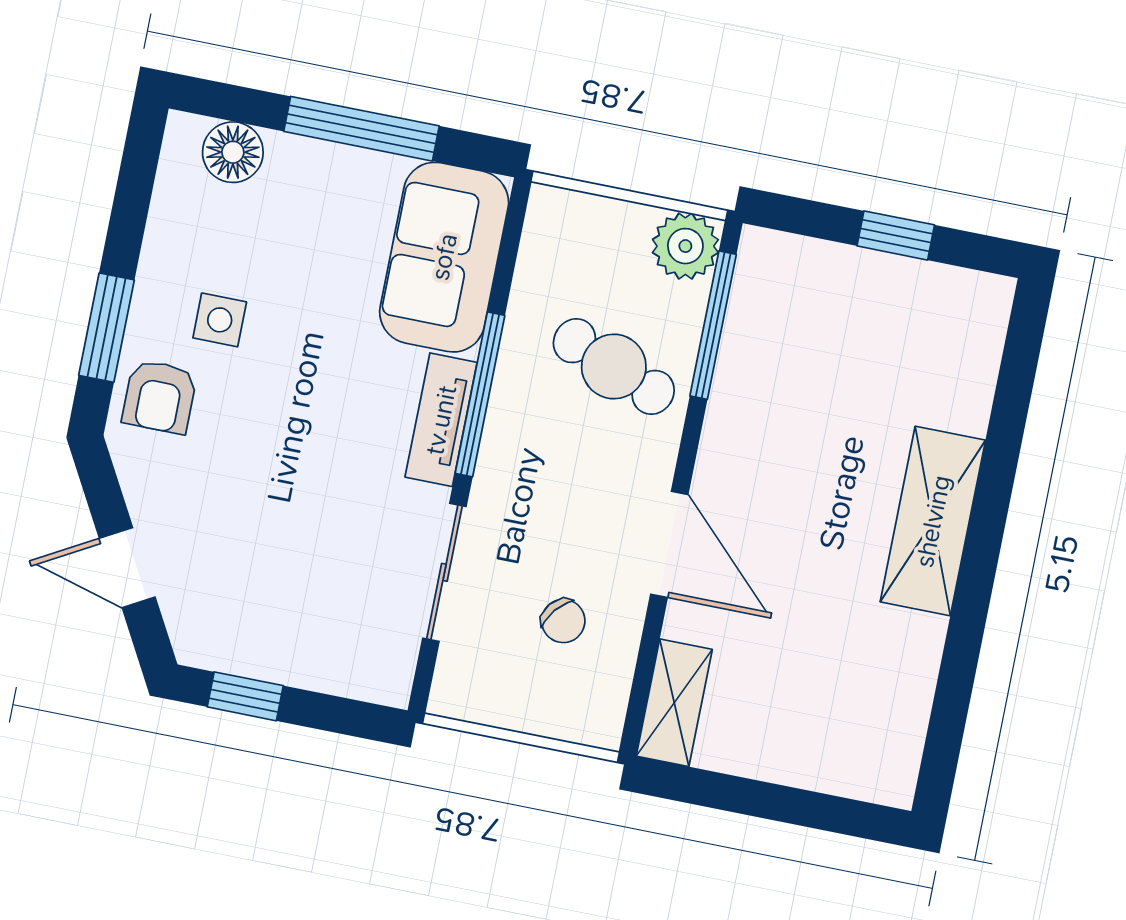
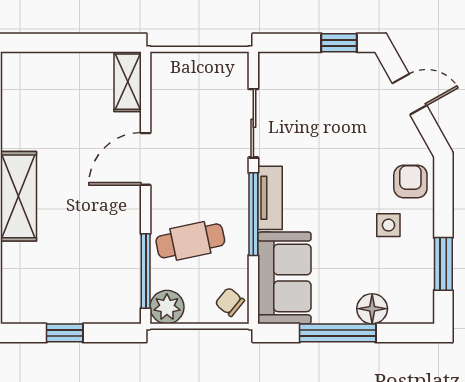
floor lamp: (233, 152) -> (372, 309), moved
window: (107, 328) -> (443, 264), moved
cafe table: (614, 367) -> (190, 241), turned -34
door: (669, 544) -> (146, 159), hinge flipped
chair: (563, 621) -> (230, 302), moved

